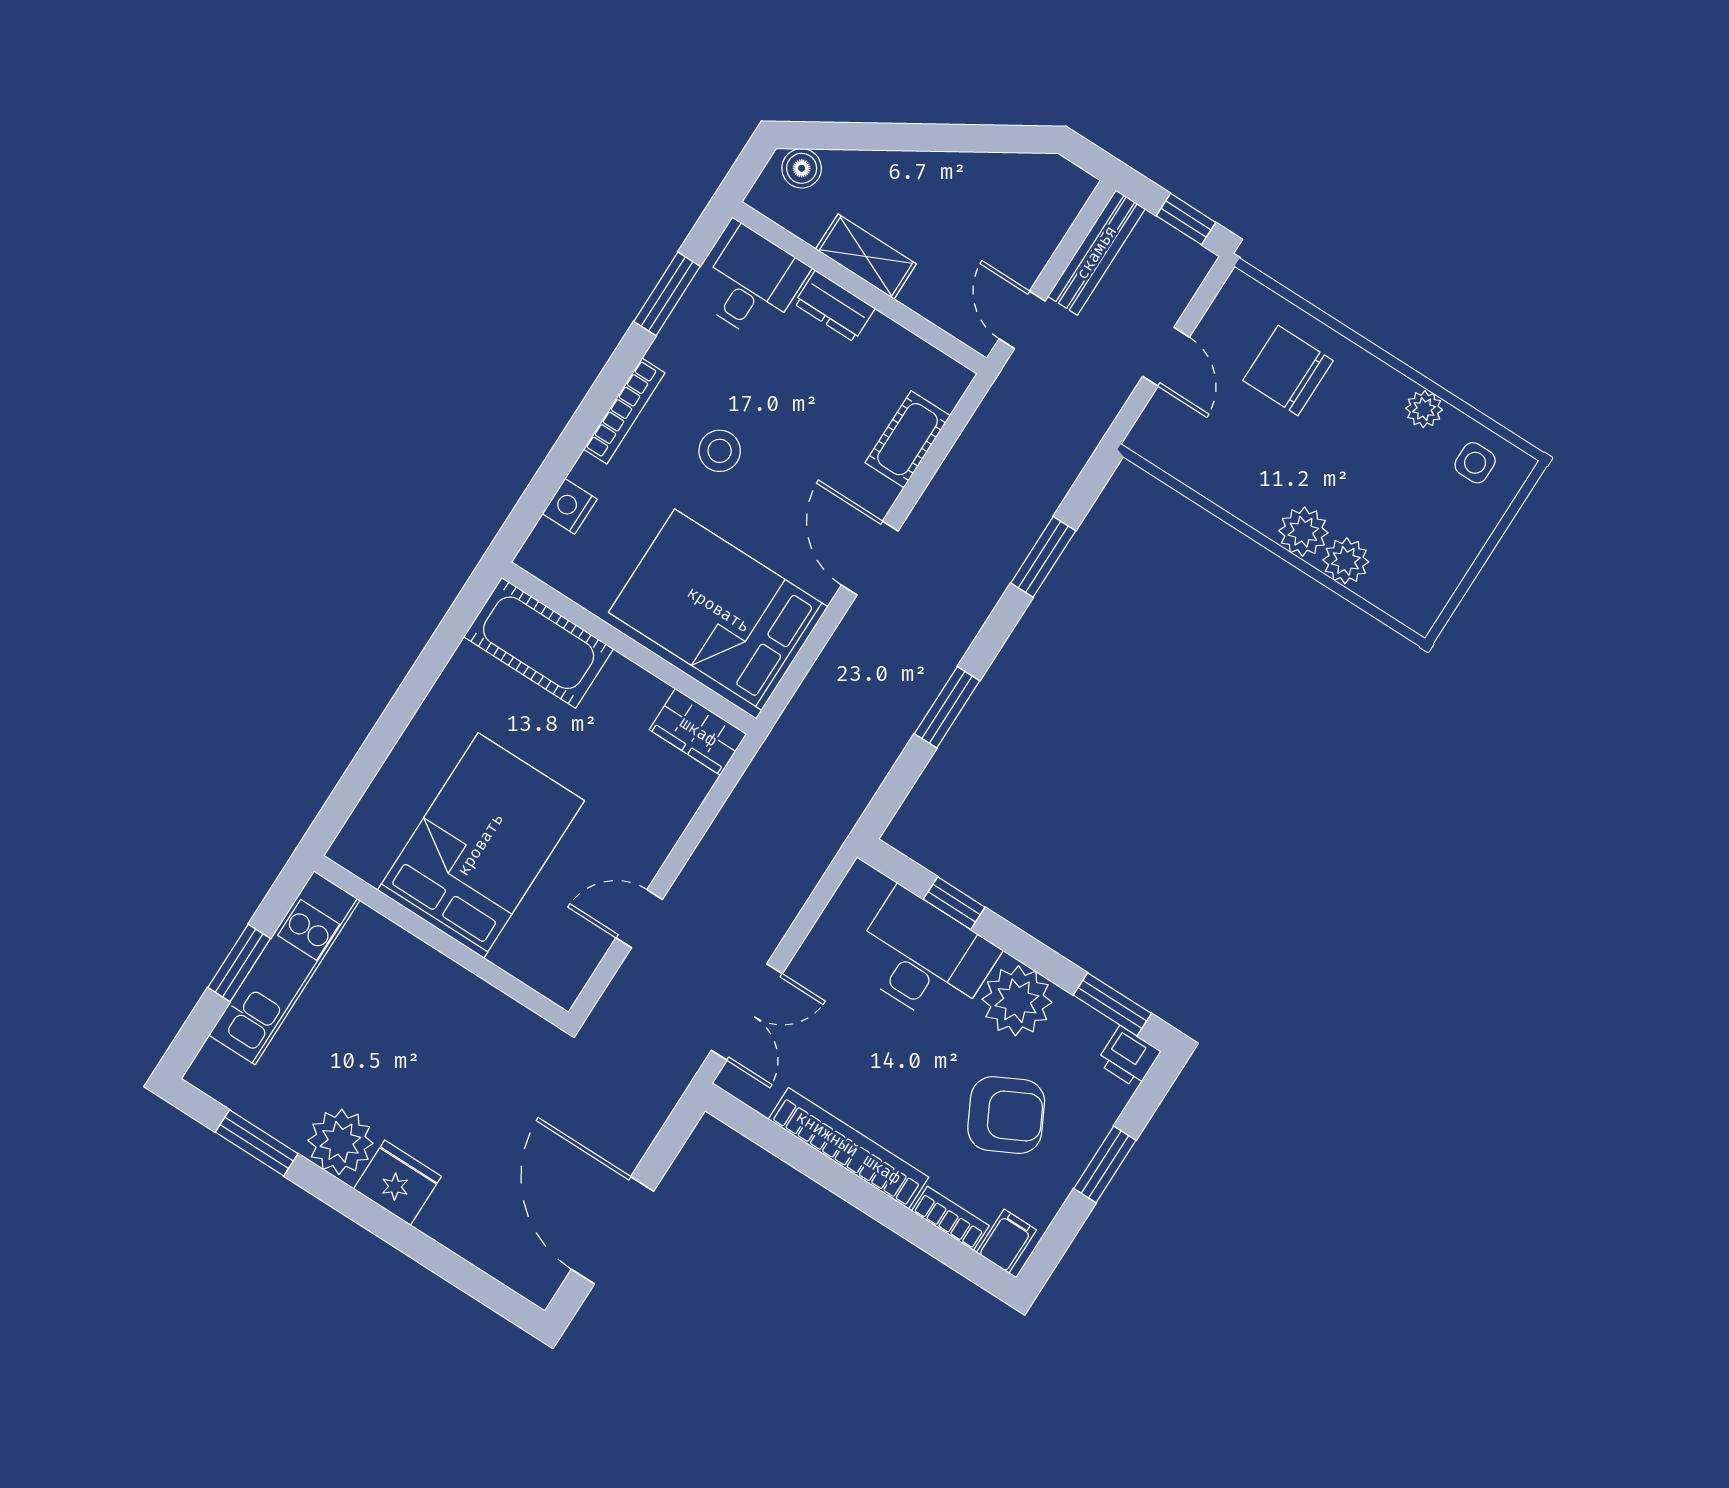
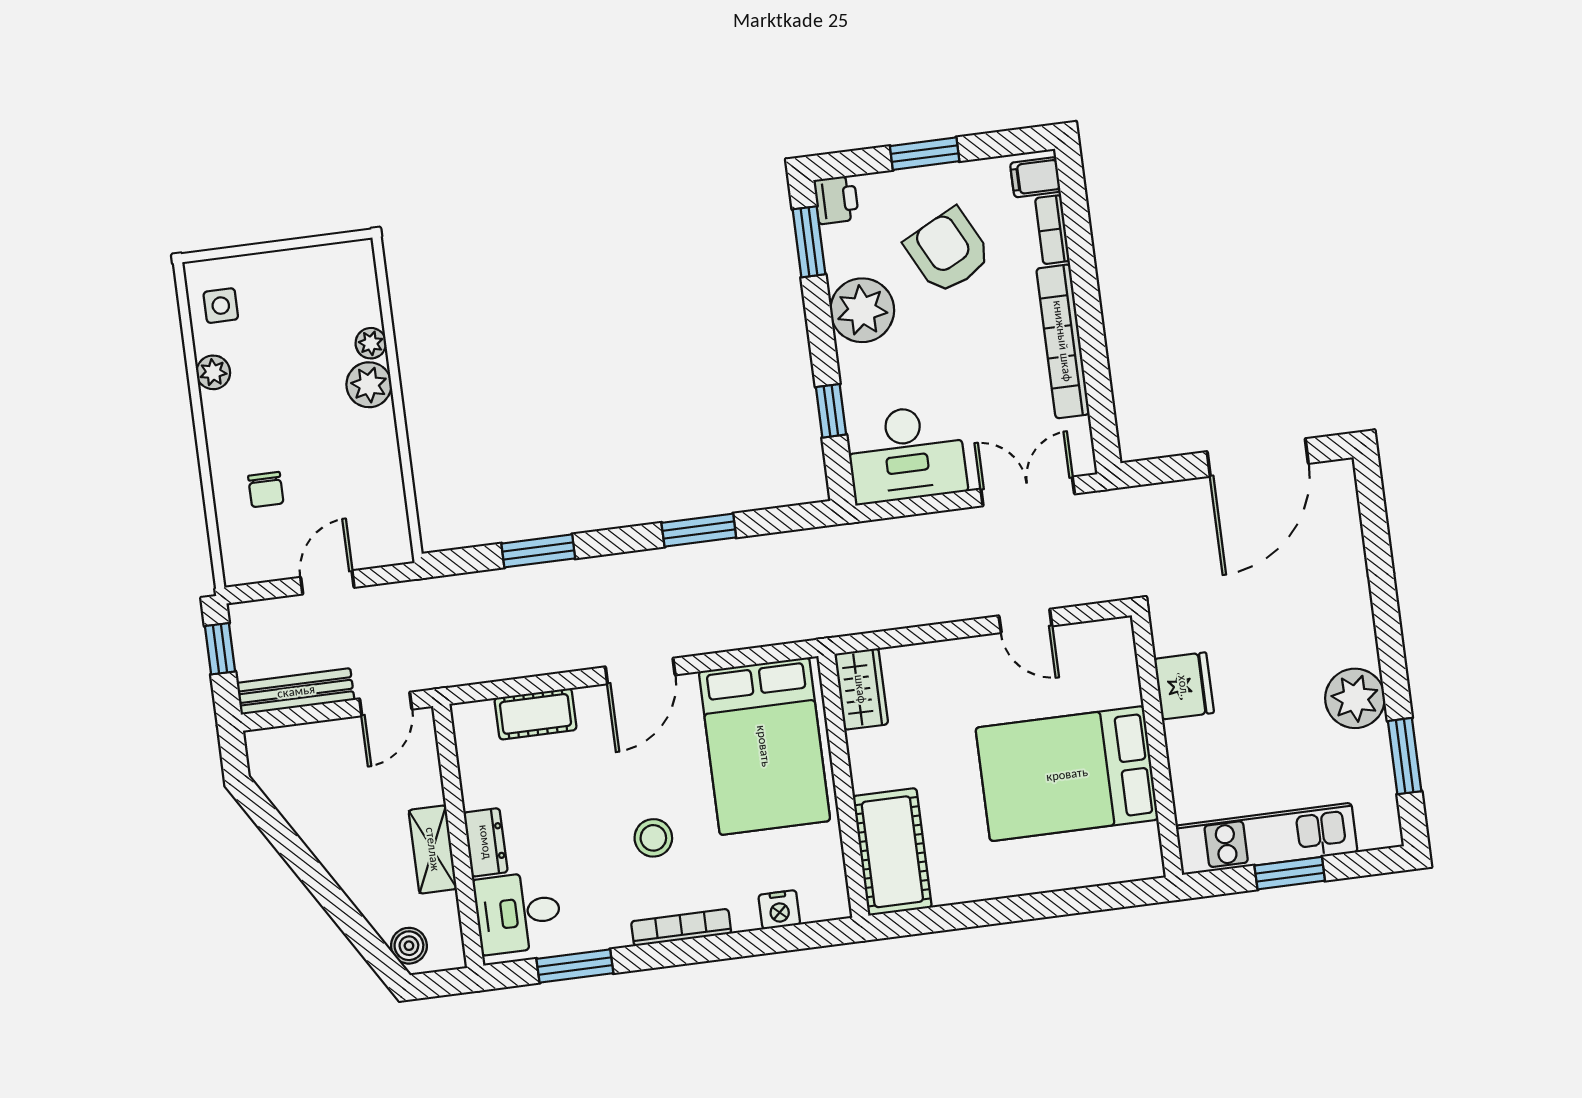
chair: (1288, 370) -> (266, 490), width x0.54, depth x0.54
plant: (1346, 561) -> (371, 343), width x0.73, depth x0.73
desk: (924, 958) -> (906, 454), moved, turned -90
fridge: (398, 1183) -> (1184, 686), moved, turned 180

